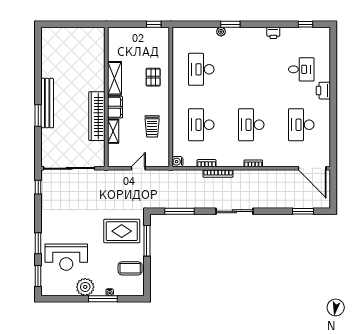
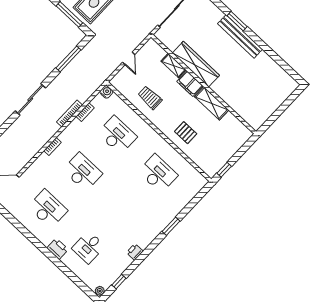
plant: (221, 32) -> (100, 291), moved

